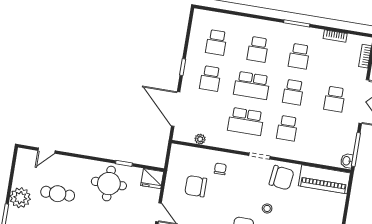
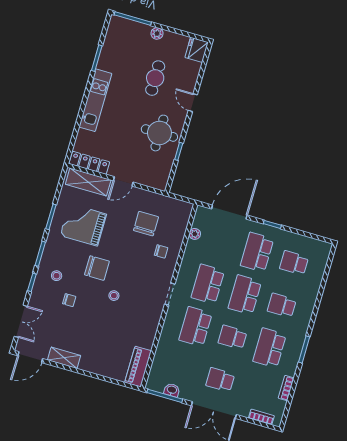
school desk: (299, 56) -> (269, 348), width x1.85
school desk: (210, 78) -> (257, 252), width x1.85
school desk: (287, 128) -> (195, 327), width x1.85
door: (47, 151) -> (193, 103), moved
washbasin: (347, 161) -> (172, 390), moved
chair: (282, 178) -> (144, 315), removed
fridge: (152, 179) -> (197, 50), moved
piano: (324, 179) -> (138, 367), width x0.73, depth x0.75
plant: (20, 198) -> (157, 33), width x0.53, depth x0.53

